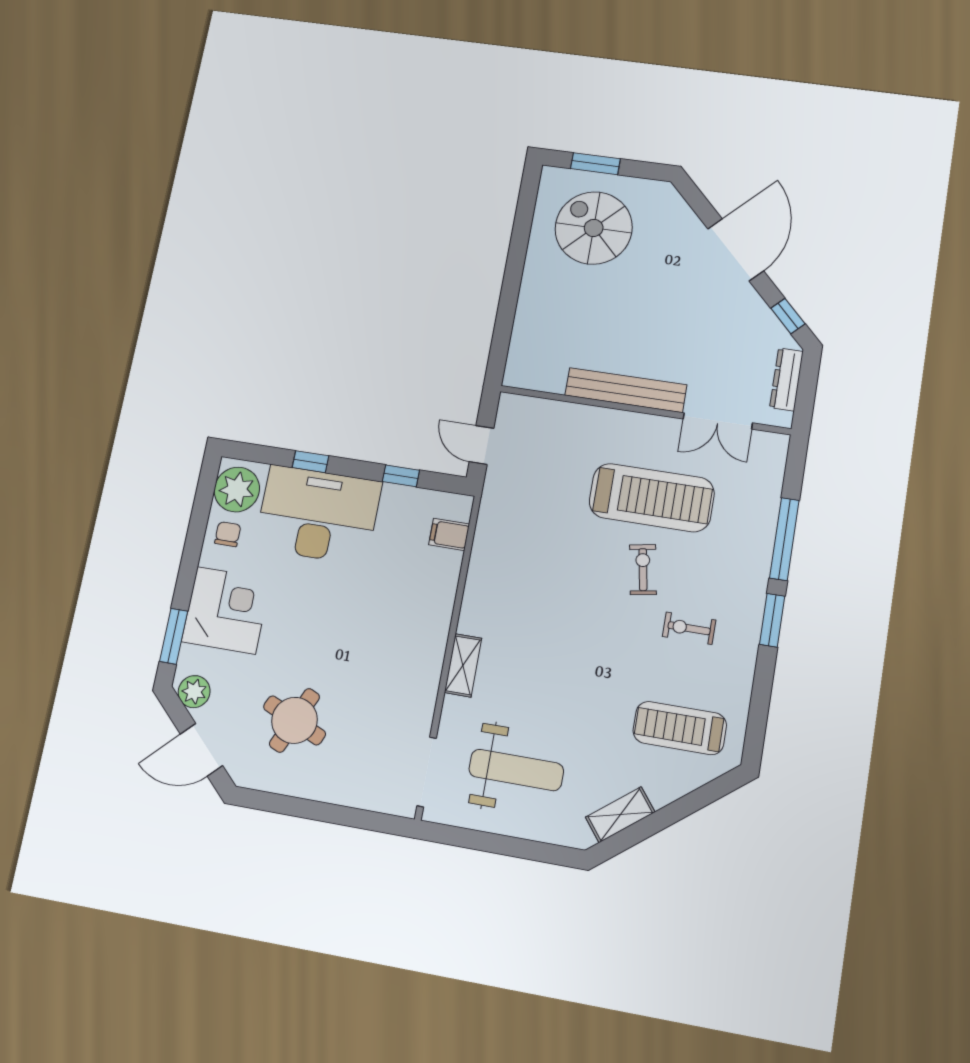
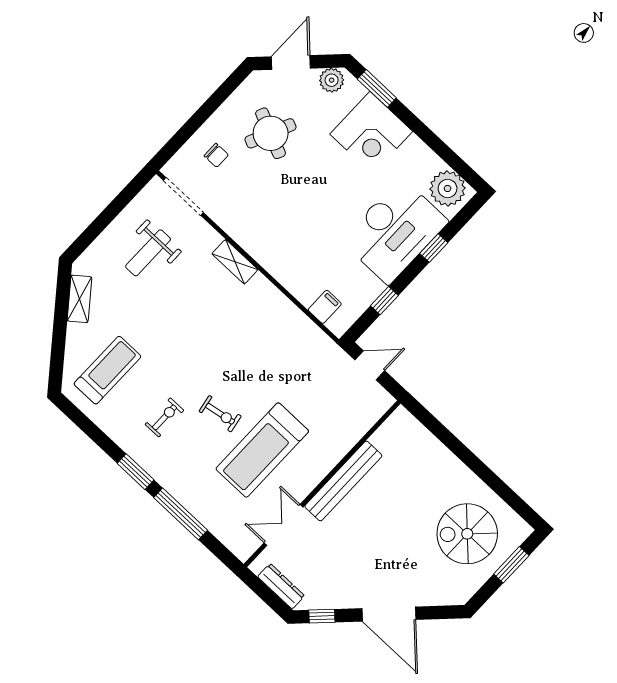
spiral stairs: (594, 228) -> (467, 534), turned 180
chair: (228, 534) -> (216, 155), moved
weight bench: (516, 770) -> (148, 253), width x0.73, depth x0.75

